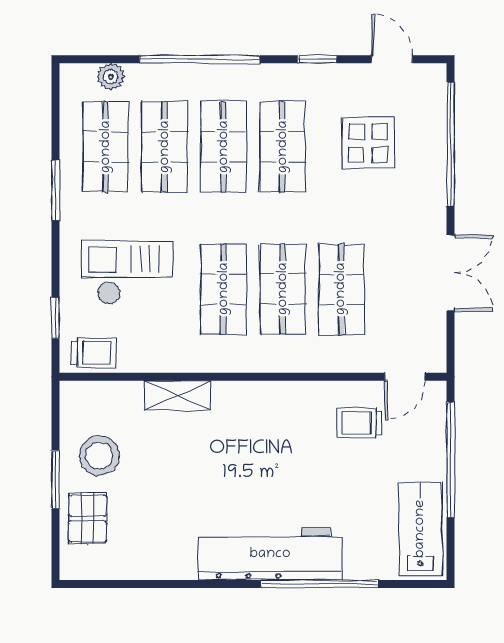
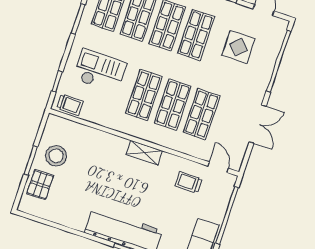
door: (405, 377) -> (218, 167), swing flipped
shelving: (177, 395) -> (144, 153), moved

